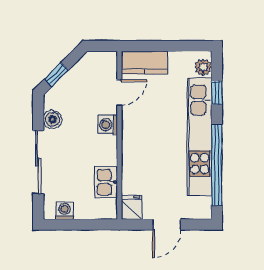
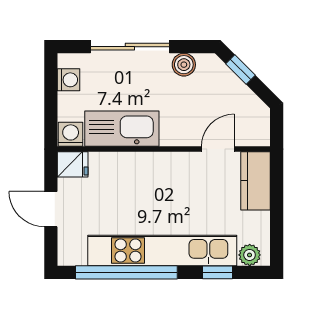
door: (119, 93) -> (218, 149), swing flipped
washing machine: (108, 125) -> (71, 134), moved
kitchen sink: (106, 182) -> (122, 129), width x1.87, depth x1.24

